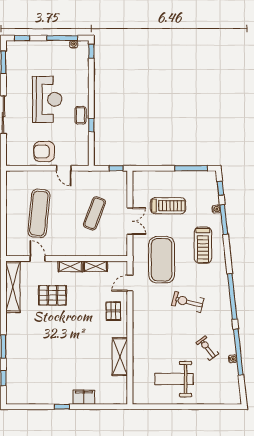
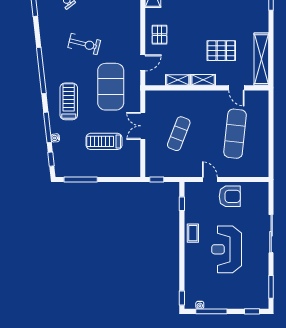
window: (91, 125) -> (182, 204), moved
window: (232, 297) -> (41, 71), moved

